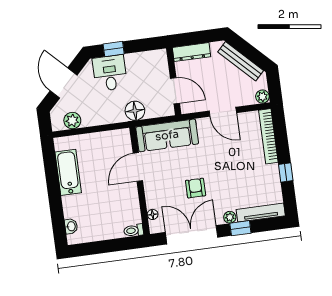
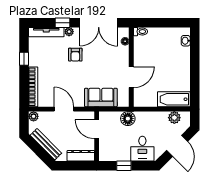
window: (114, 49) -> (124, 166), moved
sofa: (167, 135) -> (101, 97), width x0.73
bathtub: (68, 172) -> (174, 99), moved, turned 90
armchair: (196, 188) -> (75, 55), moved

